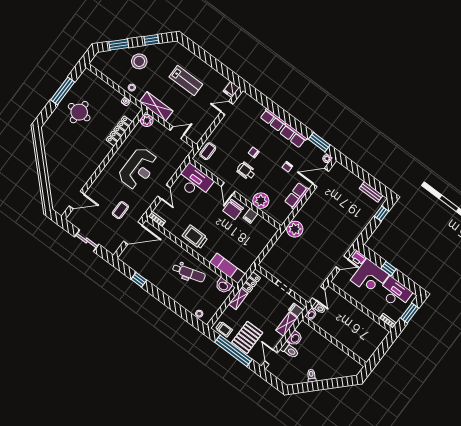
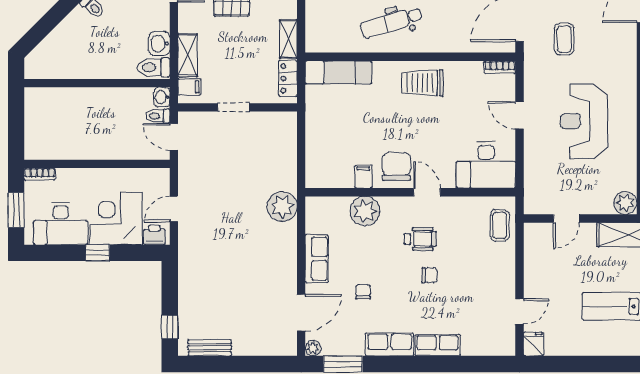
trolley: (195, 237) -> (423, 83), turned 180
washbasin: (223, 286) -> (325, 42), removed
toilet: (290, 350) -> (154, 67), moved

